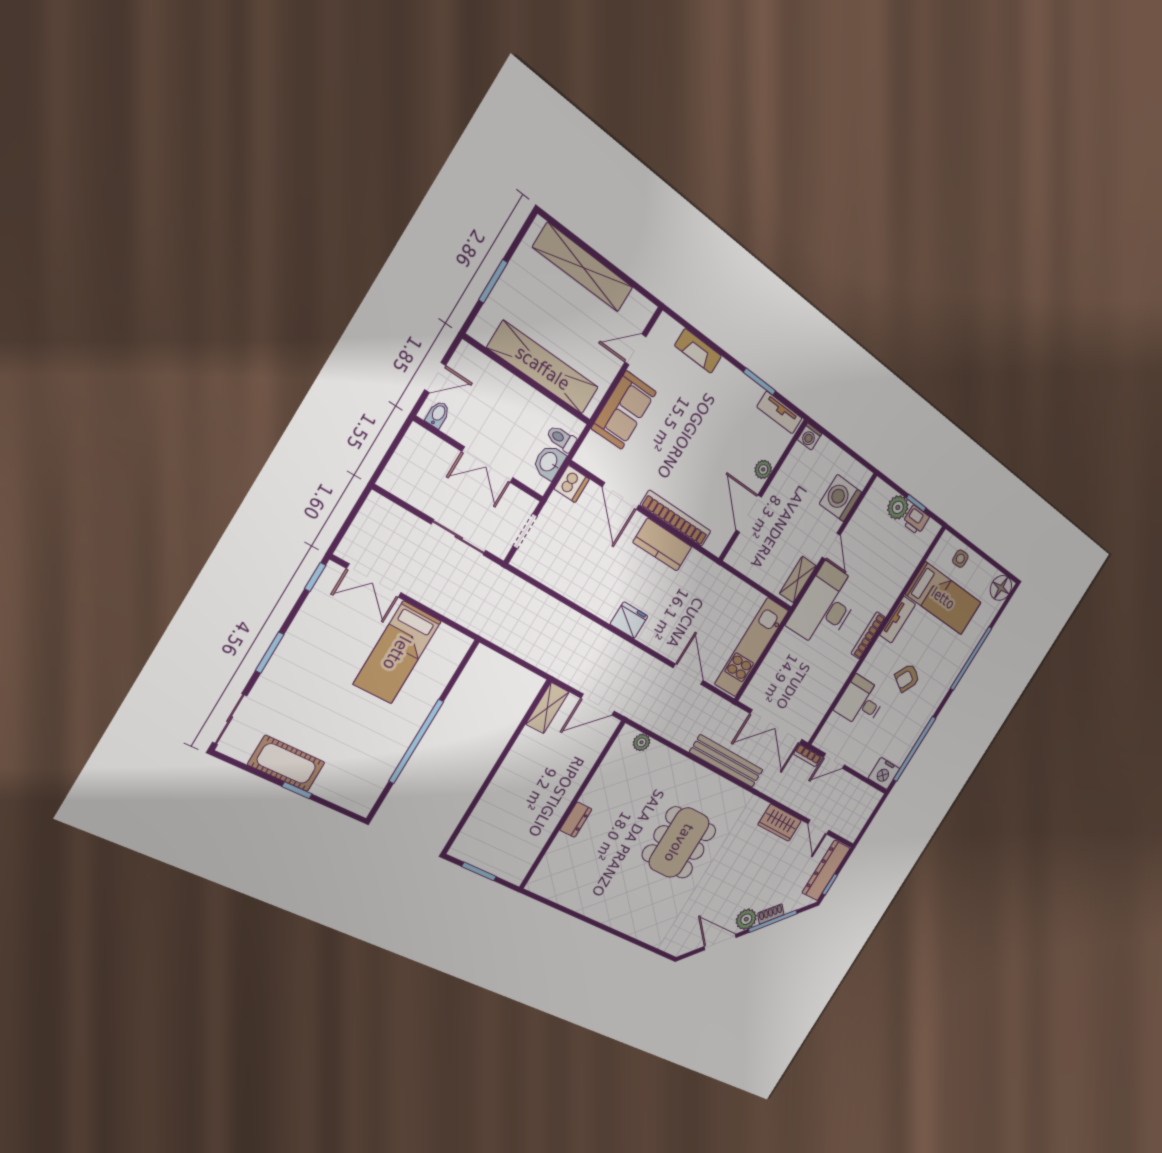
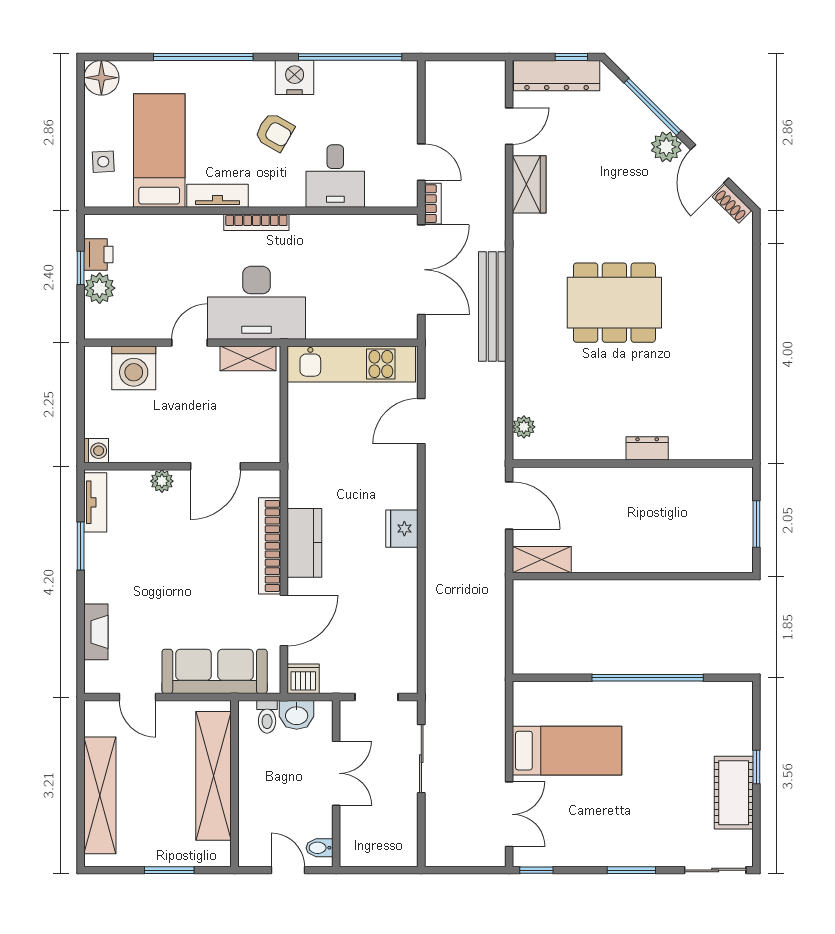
sofa: (624, 410) -> (215, 671), width x1.36
nightstand: (884, 773) -> (295, 77), moved, turned -90
shoe rack: (771, 914) -> (732, 204), moved

